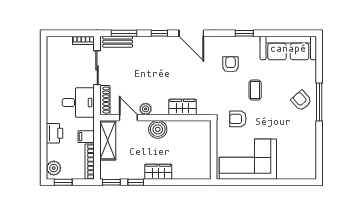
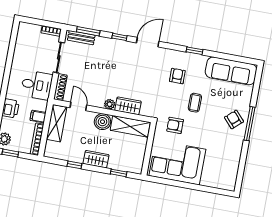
door: (191, 33) -> (148, 42), swing flipped
plant: (146, 109) -> (110, 104), moved
shelving: (189, 129) -> (130, 126), added
window: (111, 182) -> (119, 173), moved

